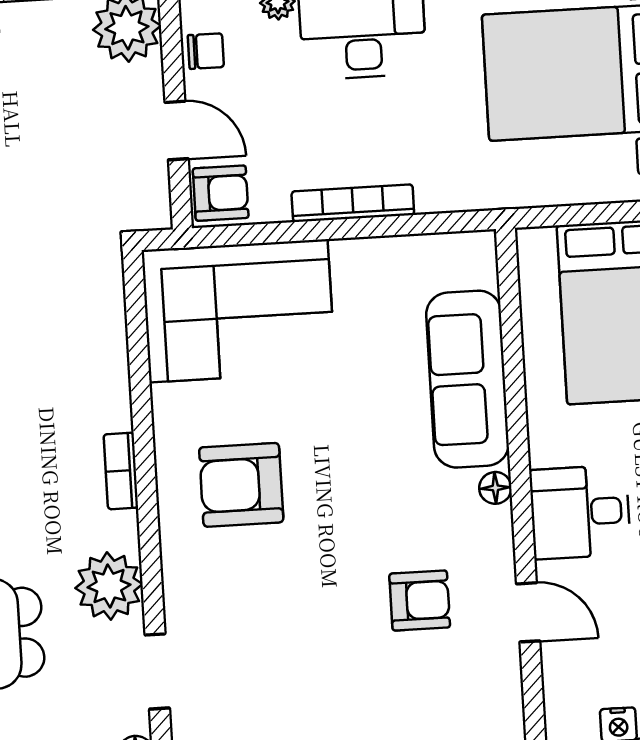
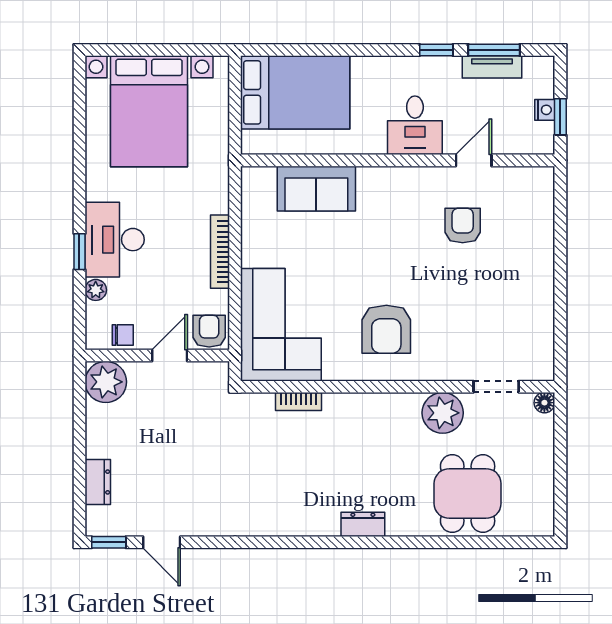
chair: (206, 51) -> (123, 335), turned 90
sofa: (468, 379) -> (316, 189), width x0.73
bookcase: (121, 471) -> (298, 401), moved
floor lamp: (495, 488) -> (397, 176), removed

